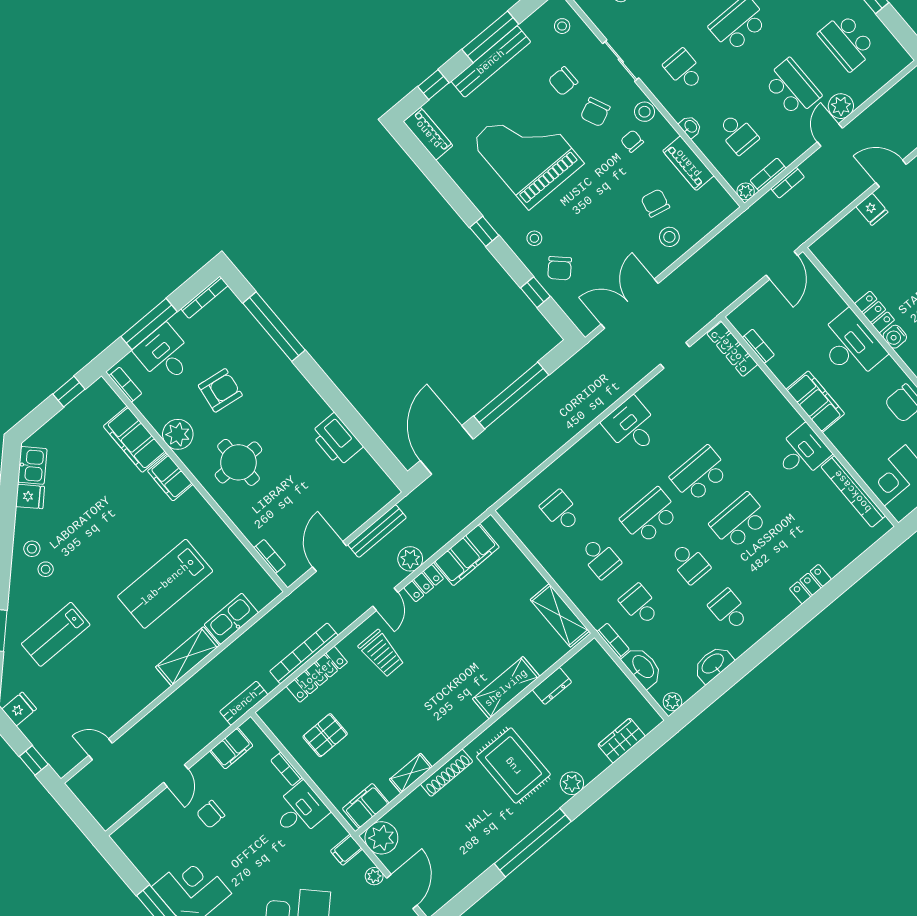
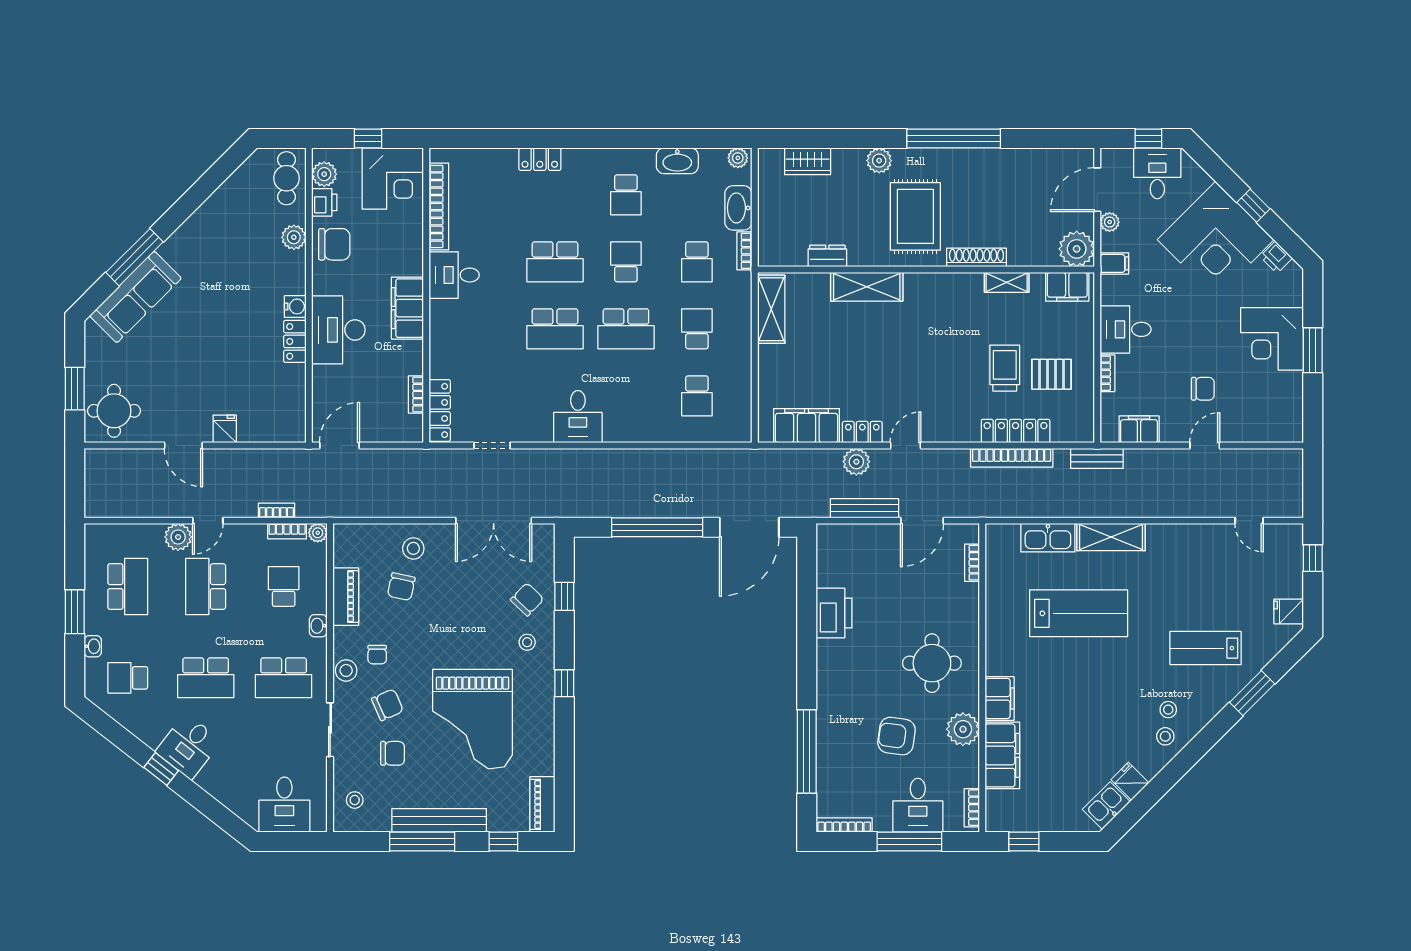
school desk: (684, 70) -> (284, 678), width x1.85
lab bench: (56, 634) -> (1206, 648), turned 180
trolley: (381, 653) -> (1005, 368), moved

